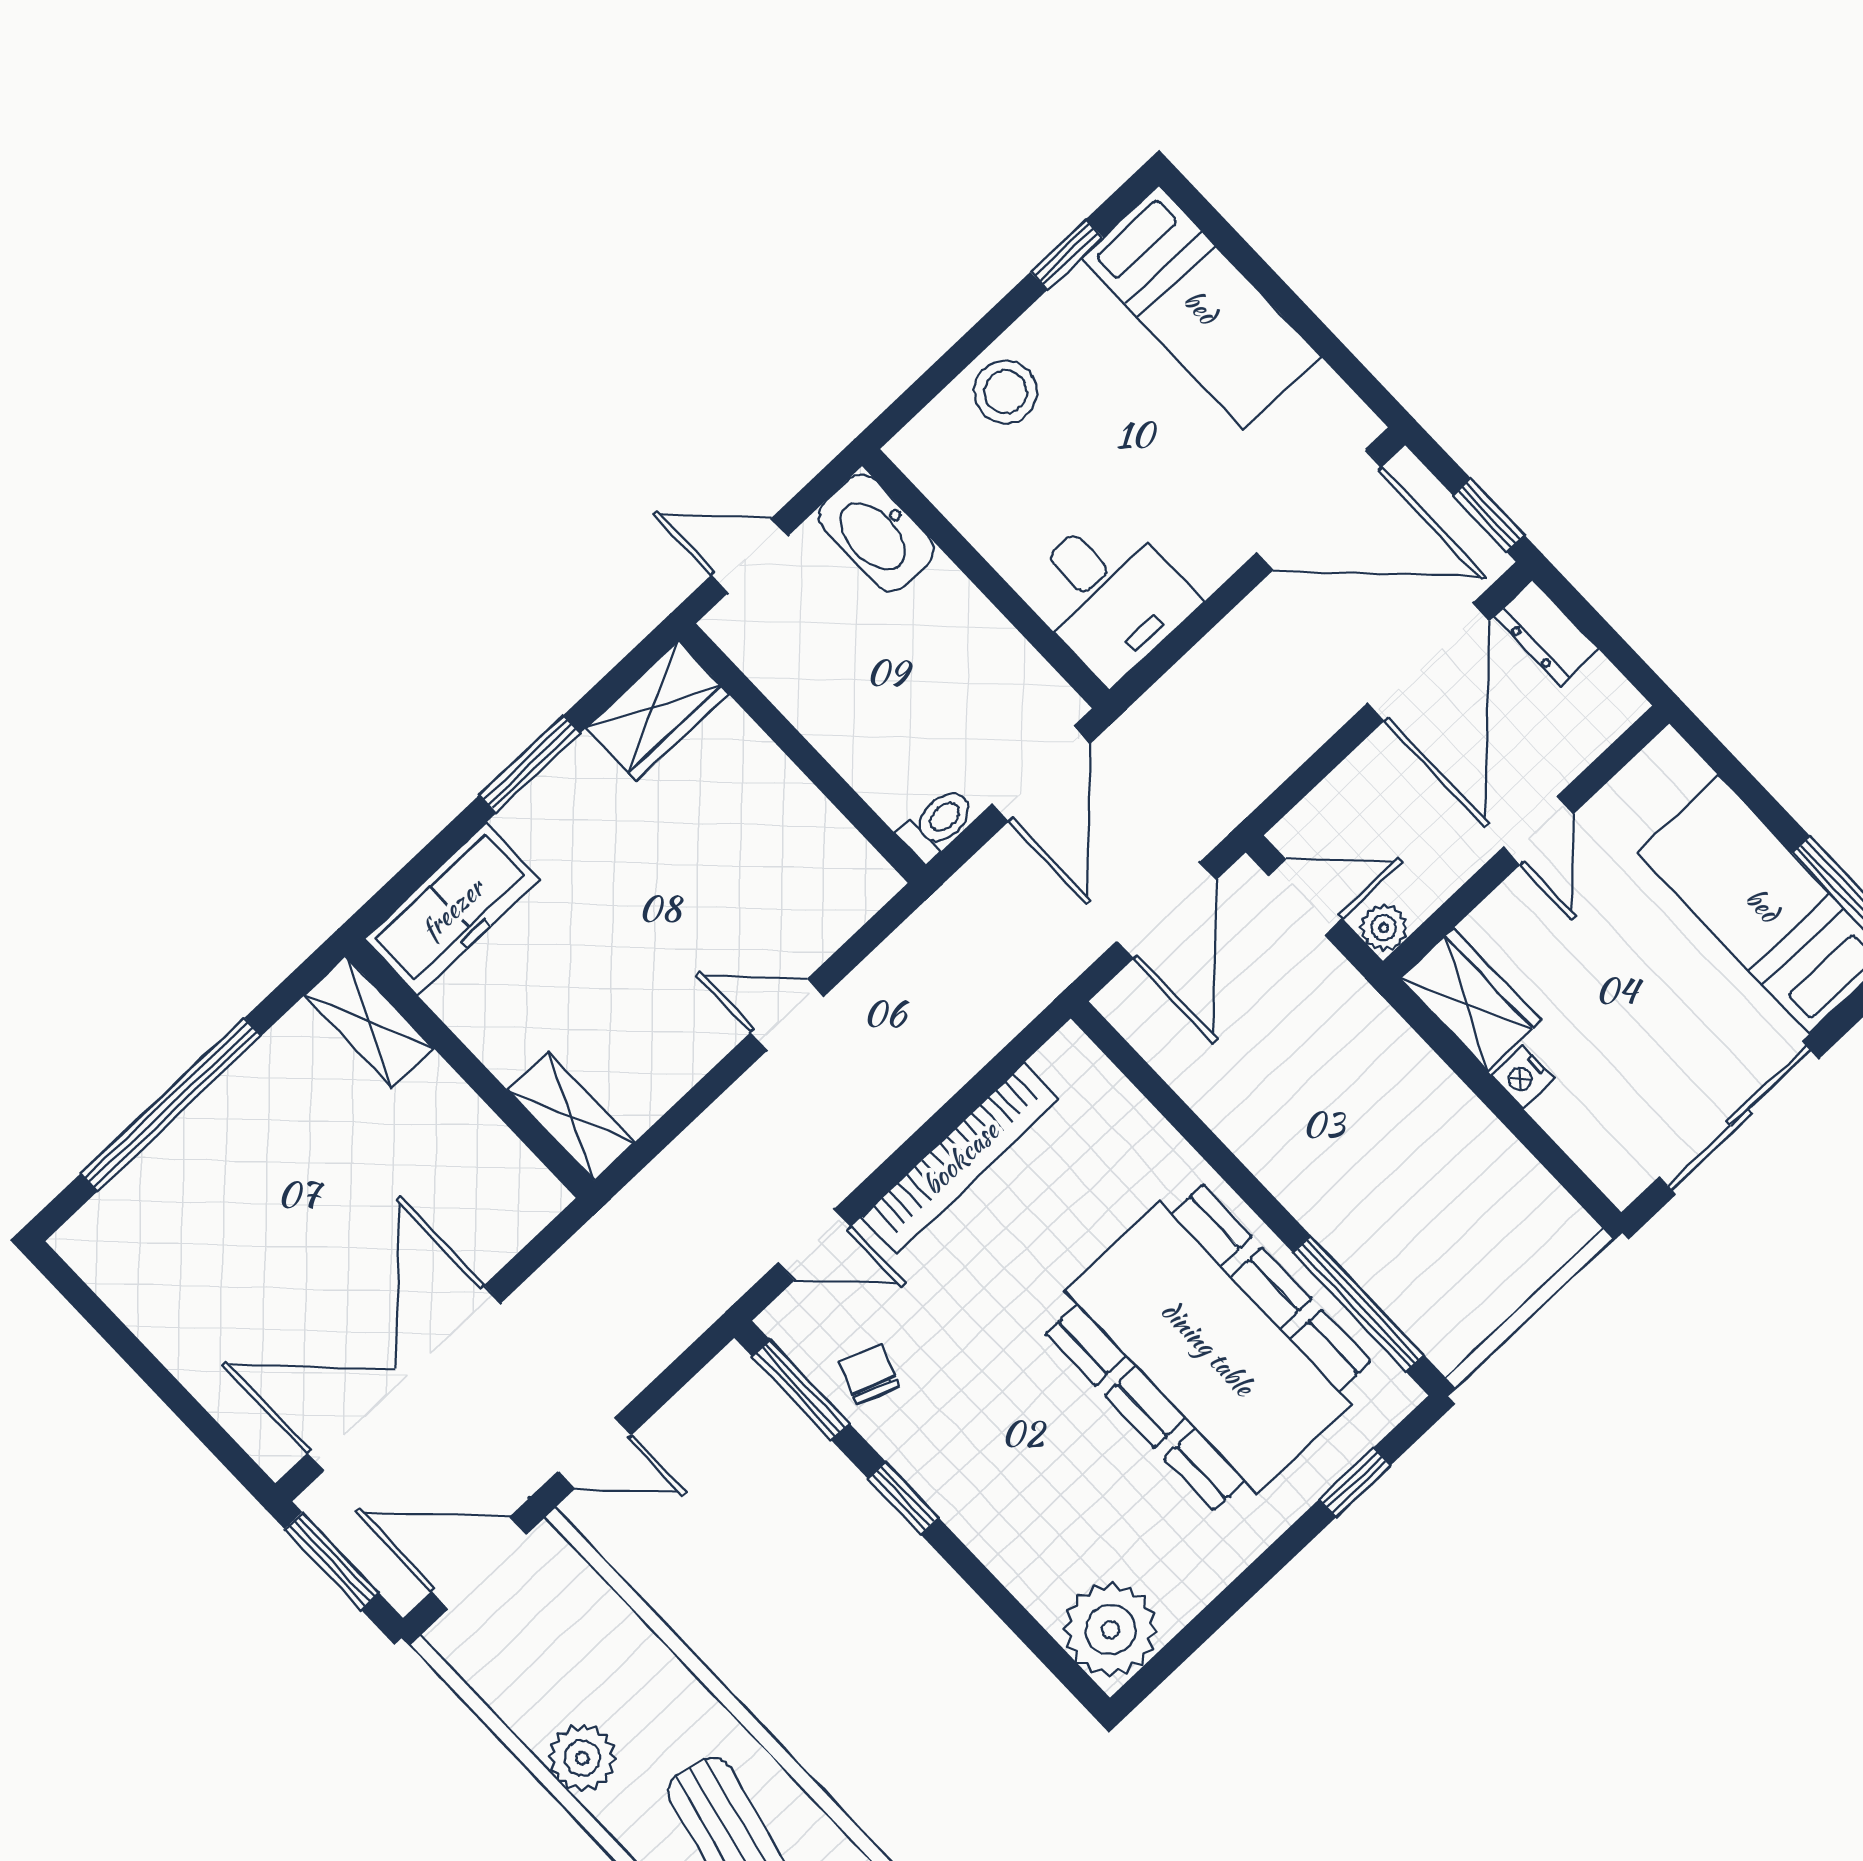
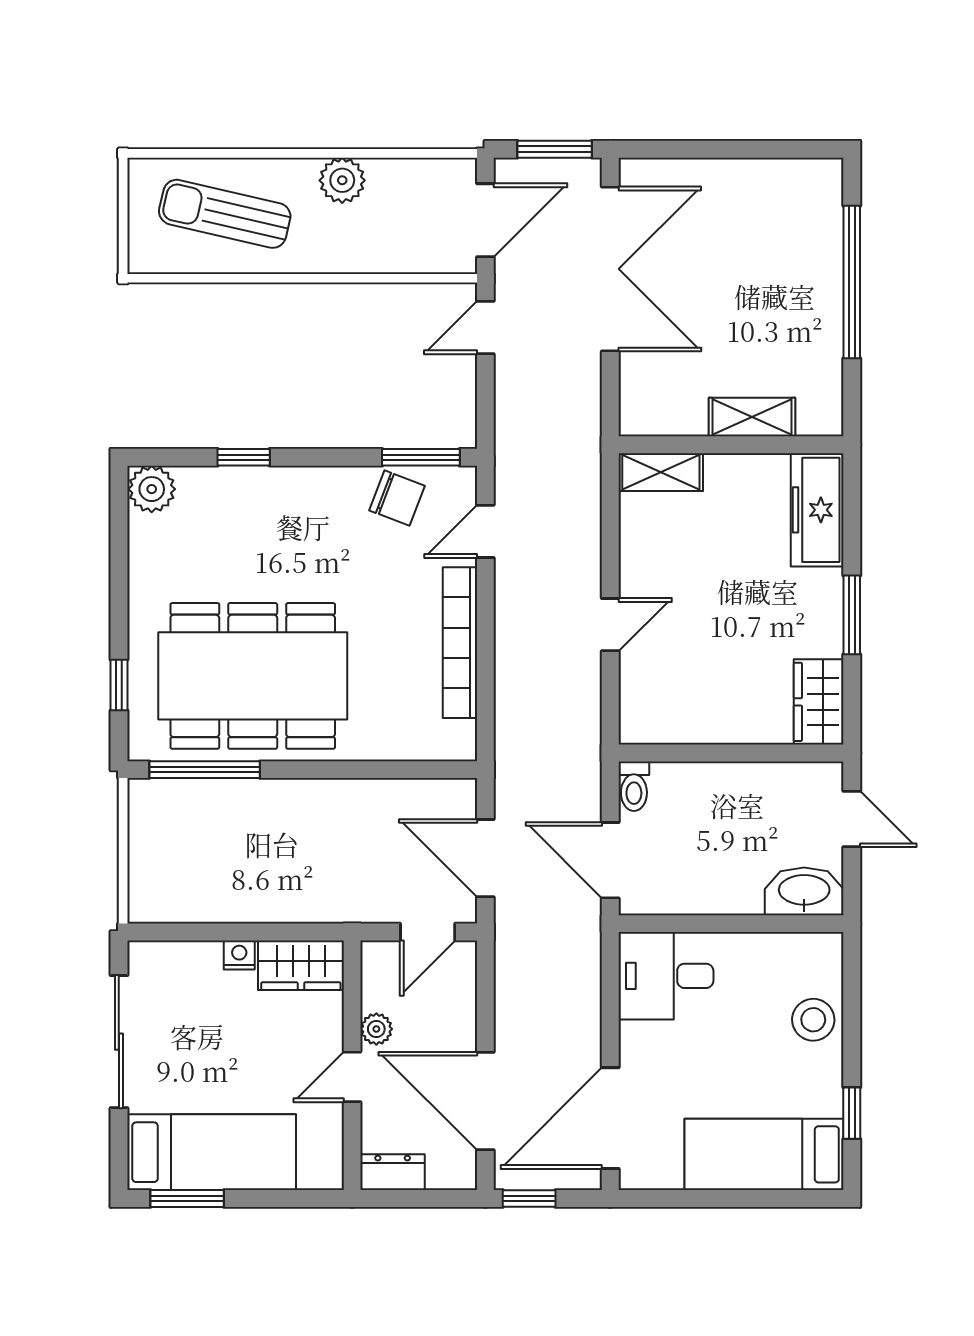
door: (750, 556) -> (852, 819), hinge flipped
dresser: (1546, 633) -> (393, 1172), moved
door: (1538, 830) -> (352, 1077), hinge flipped
plant: (1384, 928) -> (376, 1029), moved
shelving: (369, 1022) -> (752, 417), moved
chair: (869, 1374) -> (397, 498), width x1.37, depth x1.37
window: (903, 1498) -> (244, 457), moved
plant: (1111, 1630) -> (152, 489), width x0.73, depth x0.73

